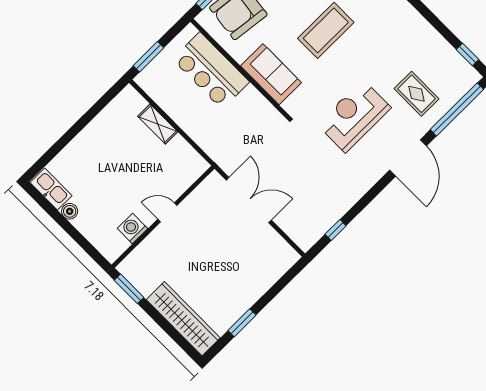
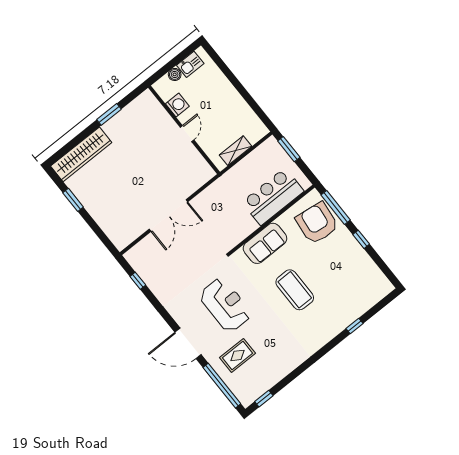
kitchen sink: (51, 189) -> (190, 64), width x0.73
door: (167, 212) -> (187, 134), moved
wall: (163, 217) -> (184, 130), moved
washing machine: (133, 228) -> (177, 105), moved

